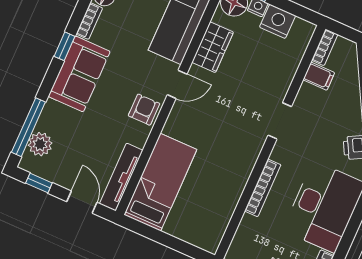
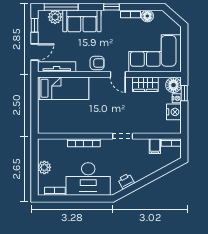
sofa: (79, 74) -> (82, 21), moved

